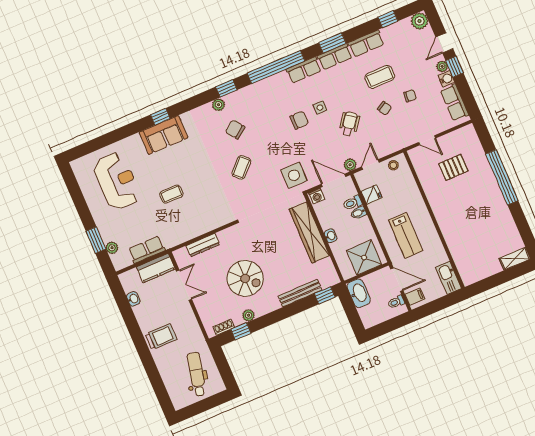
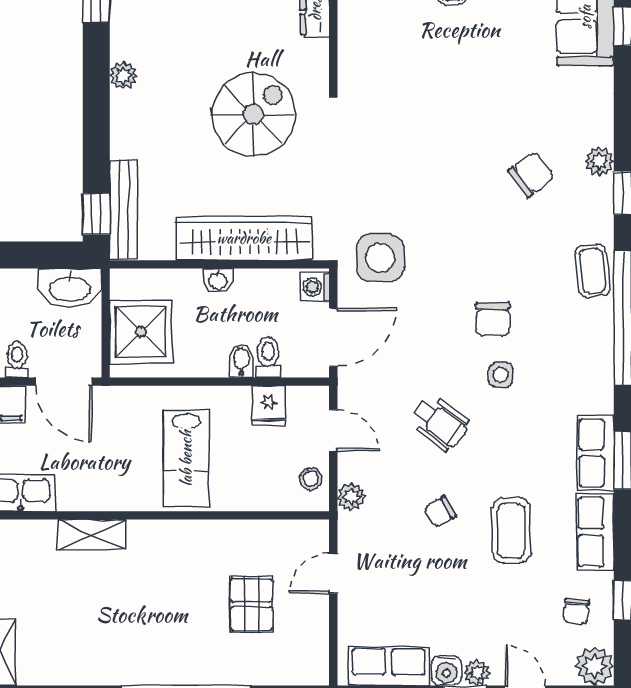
row of seats: (304, 70) -> (596, 375), removed
chair: (410, 96) -> (576, 611), moved
plant: (350, 165) -> (351, 497), moved
coffee table: (241, 167) -> (593, 271), moved, turned 39
lab bench: (406, 235) -> (186, 458), moved, turned -90
shelving: (453, 243) -> (92, 535), added
spiral stairs: (245, 278) -> (253, 114), moved, turned 180
door: (397, 280) -> (64, 382), hinge flipped
bench: (300, 293) -> (124, 209), moved
plant: (249, 315) -> (123, 75), moved

